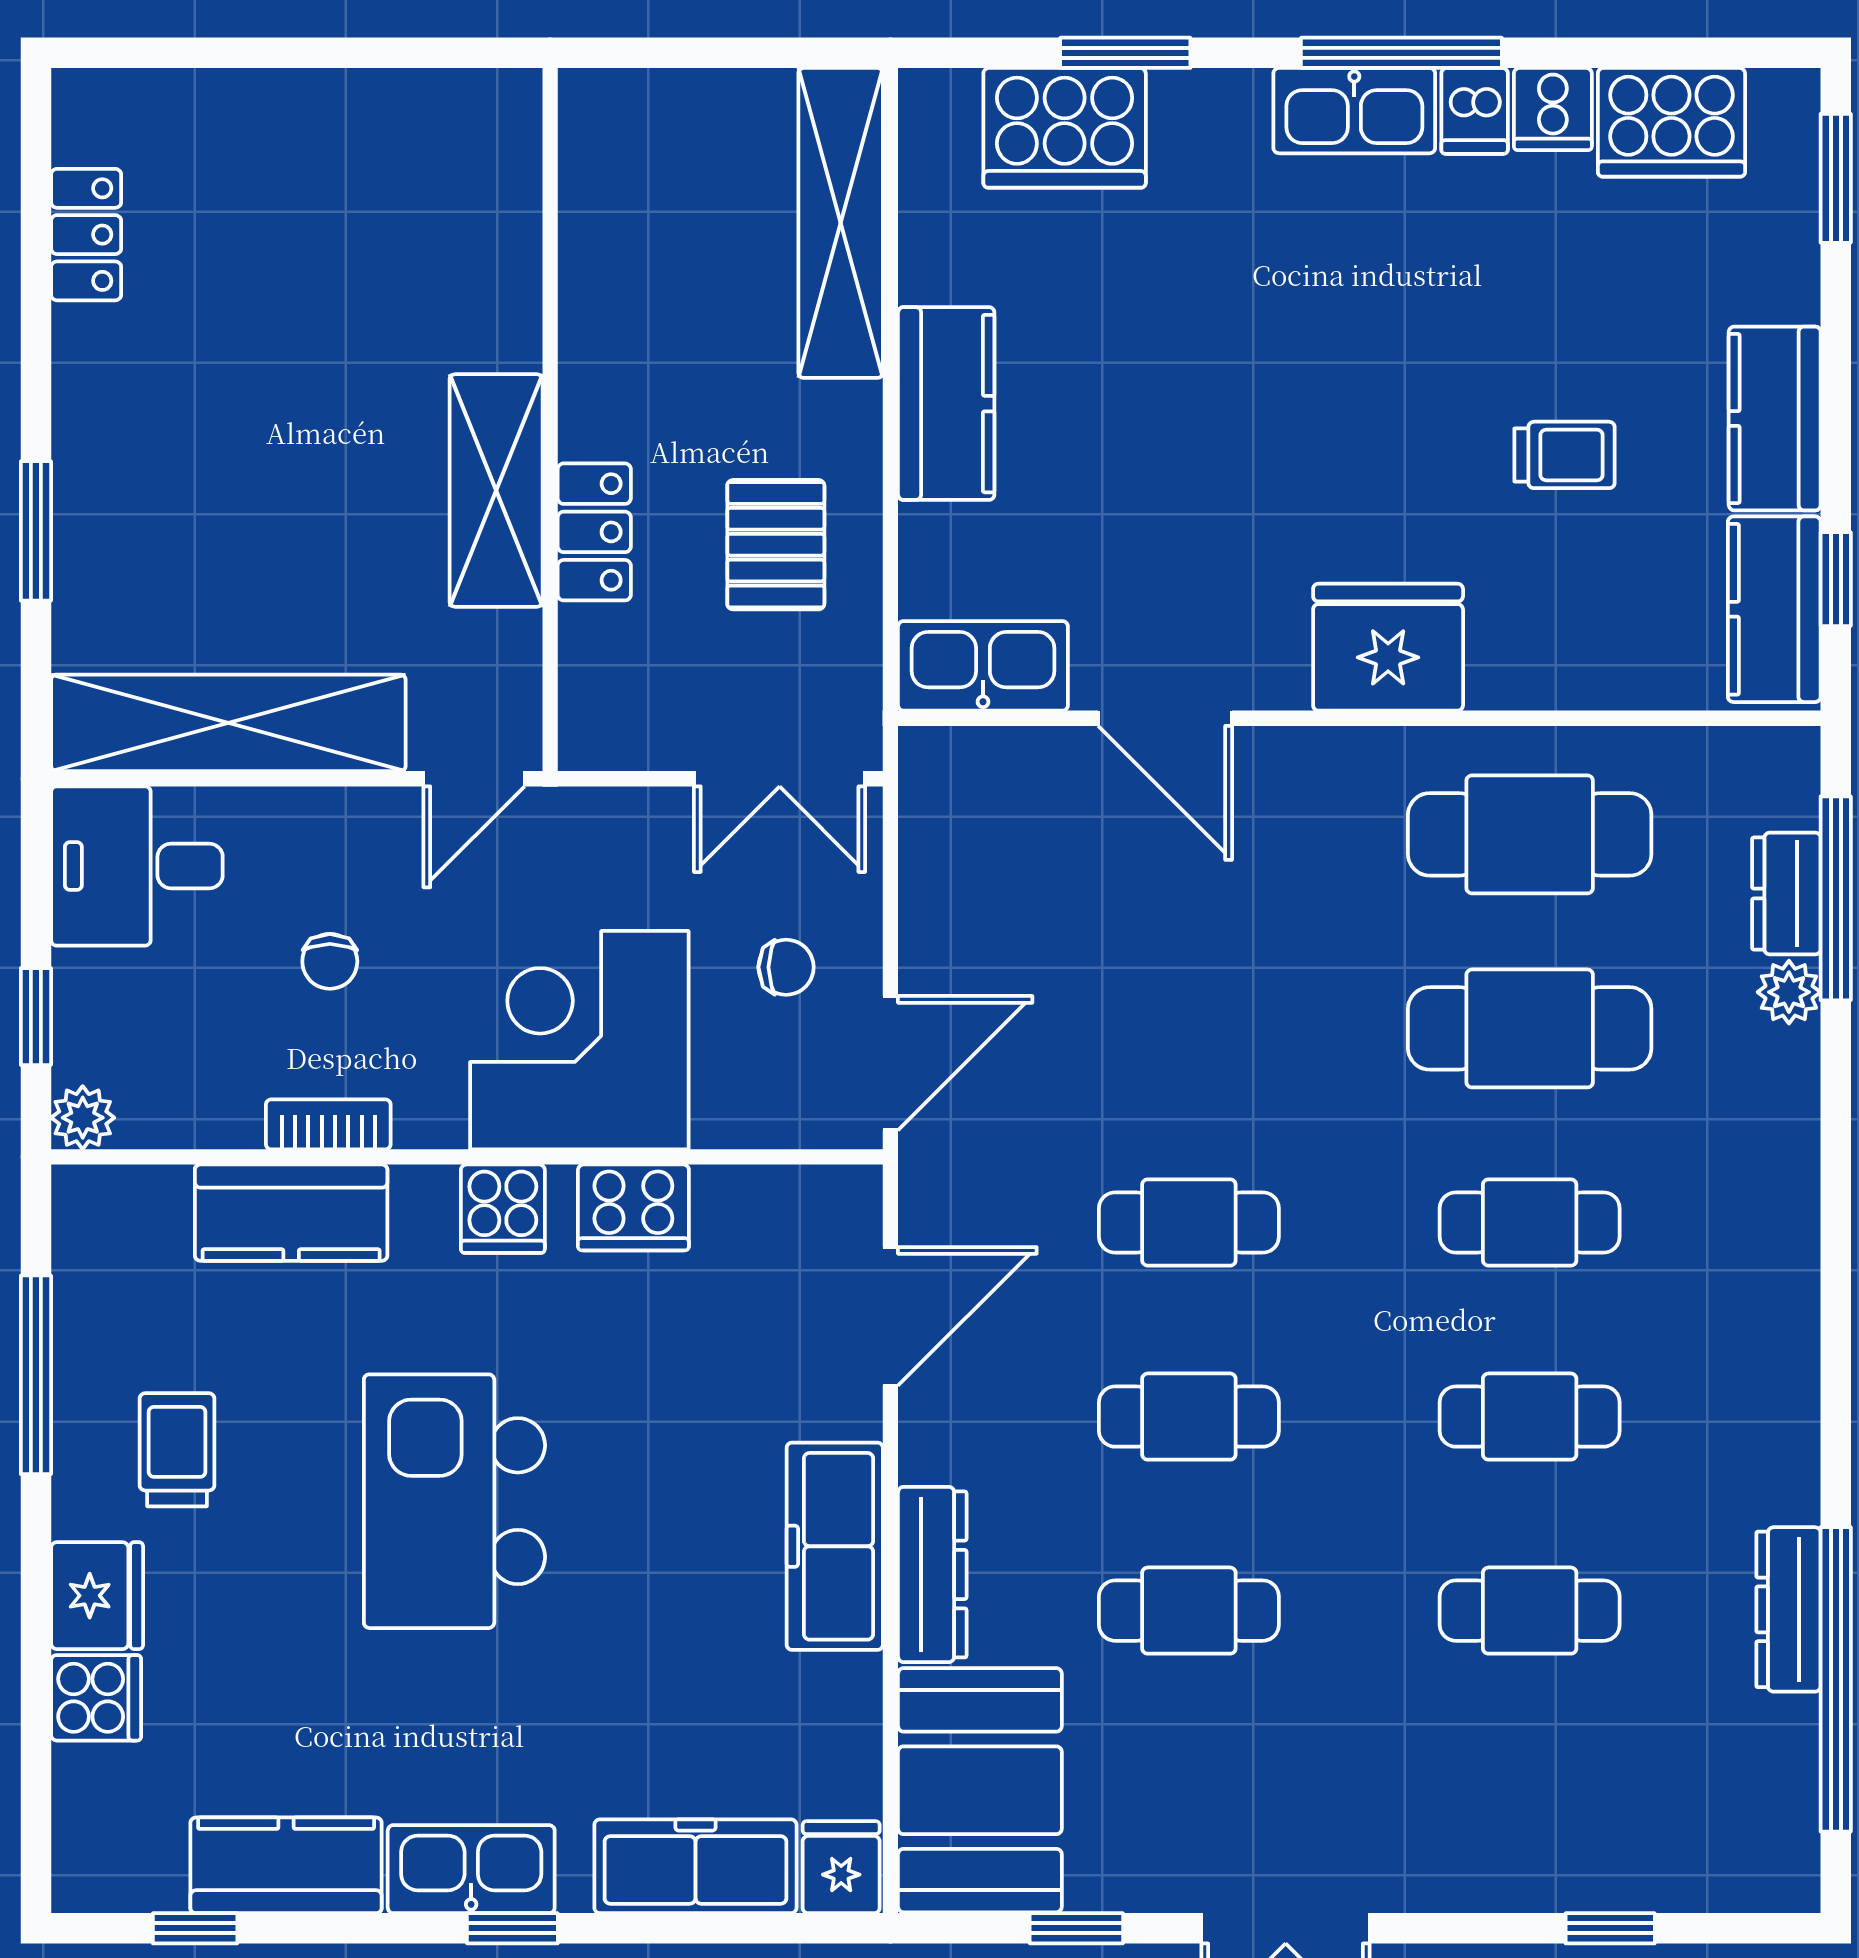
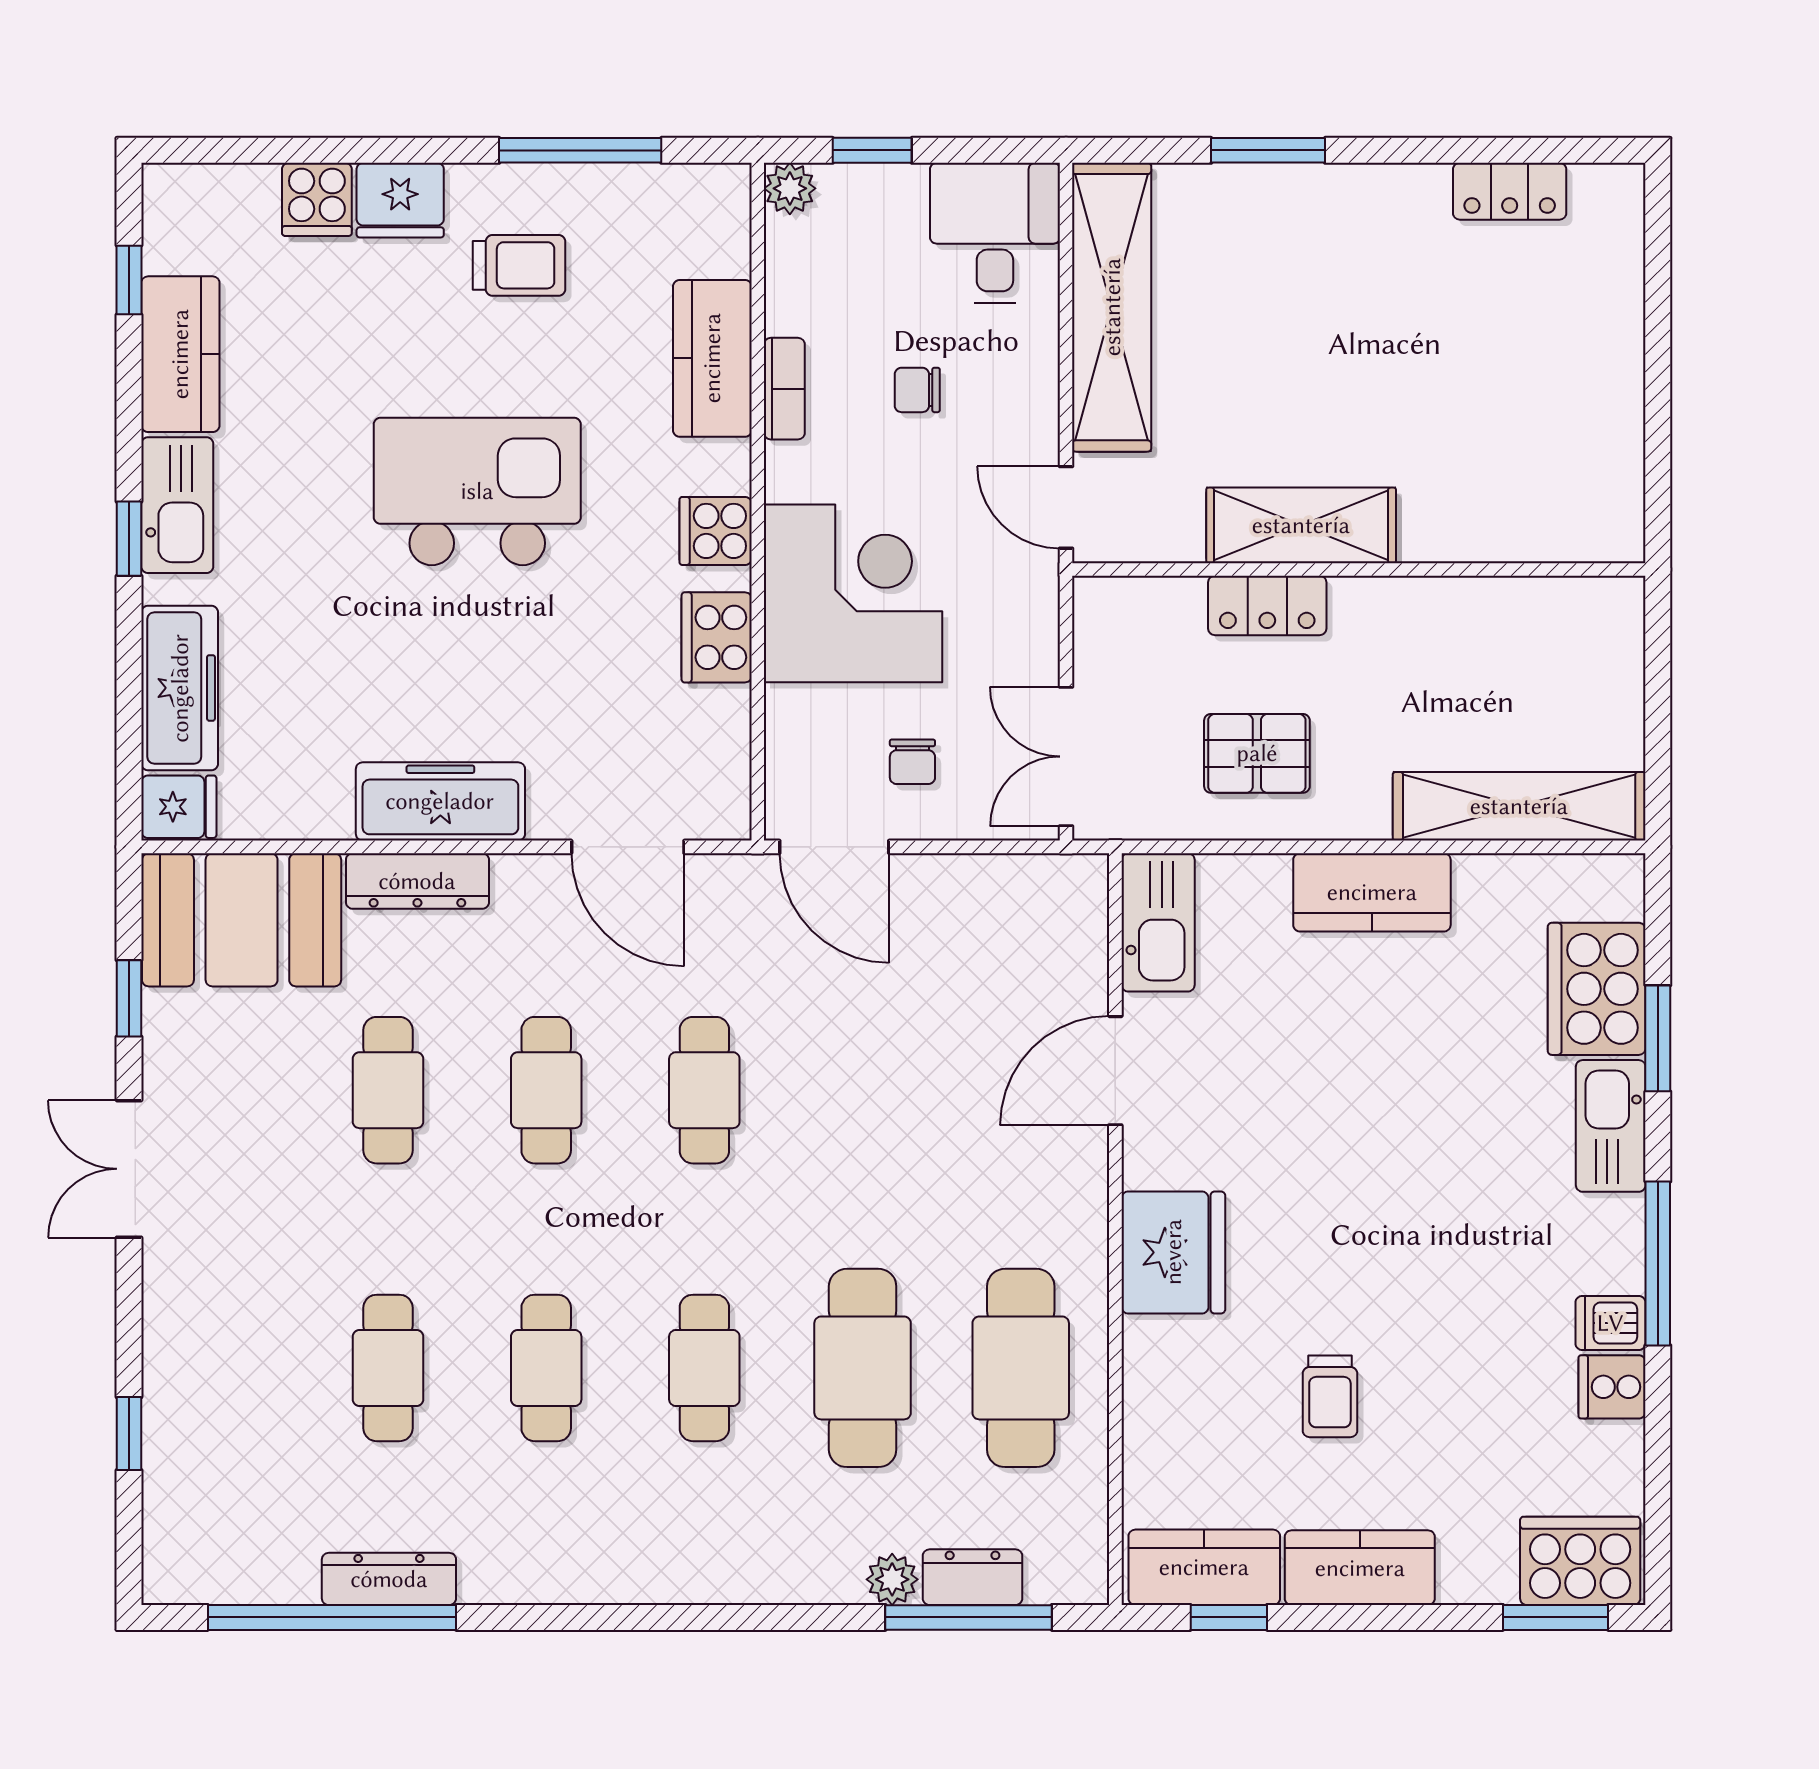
kitchen sink: (1354, 111) -> (1611, 1126), moved
cooker: (1671, 122) -> (1580, 1561), moved, turned 90

